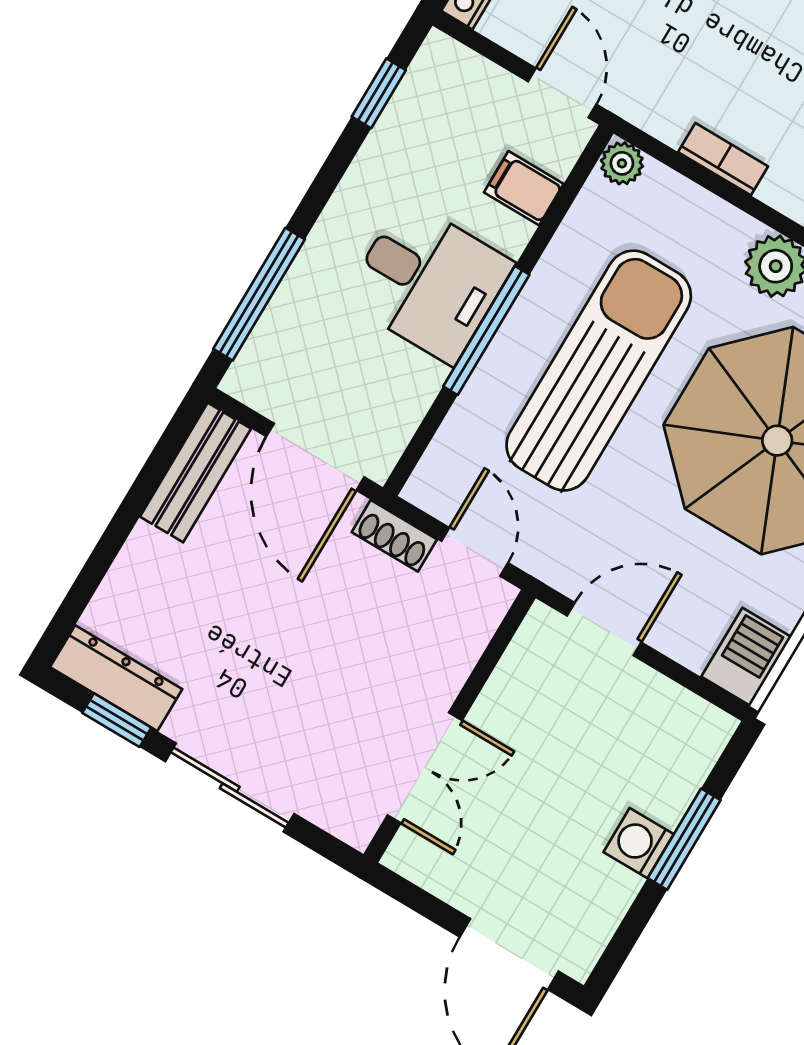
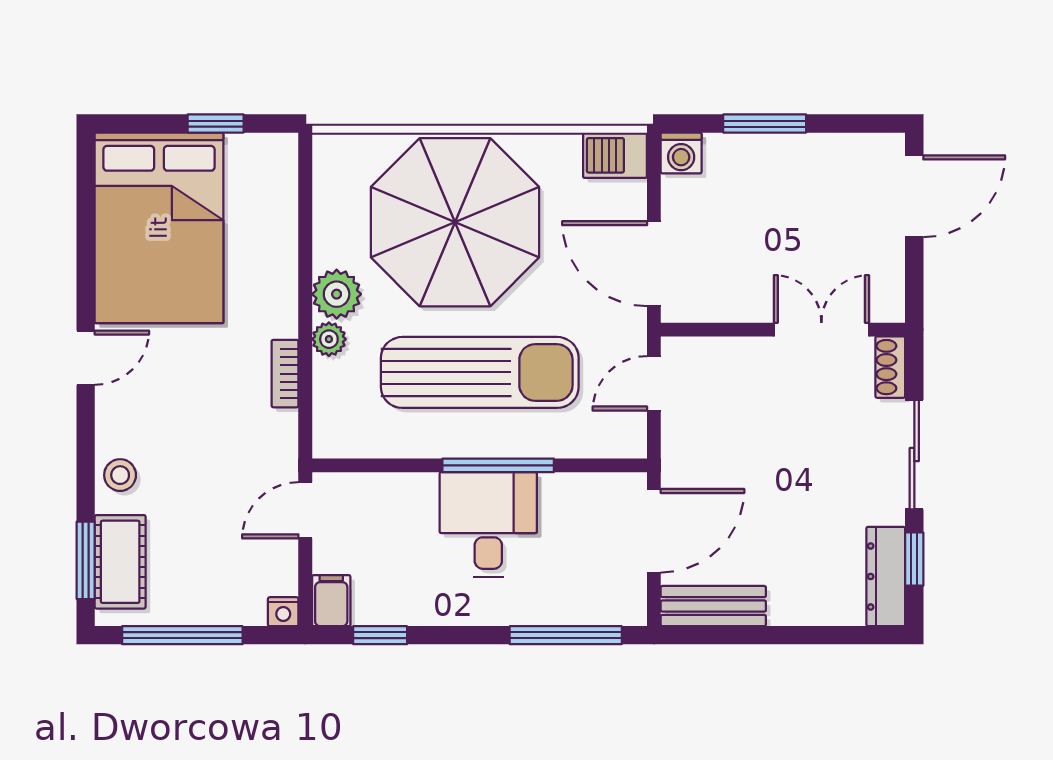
plant: (622, 163) -> (329, 339), moved
filing cabinet: (524, 188) -> (331, 601), moved, turned 180
sun lounger: (599, 371) -> (480, 372), turned 180
shoe rack: (394, 536) -> (890, 367), moved, turned 180
door: (604, 629) -> (654, 264), width x1.38
washing machine: (639, 843) -> (681, 153), moved

